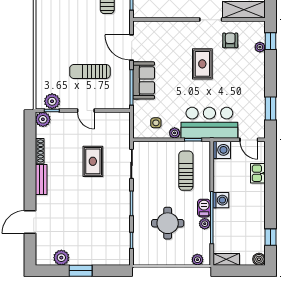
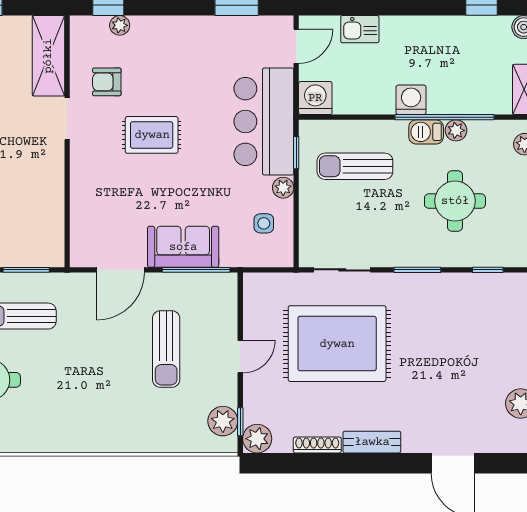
rug: (93, 161) -> (337, 344), width x1.86, depth x2.06

